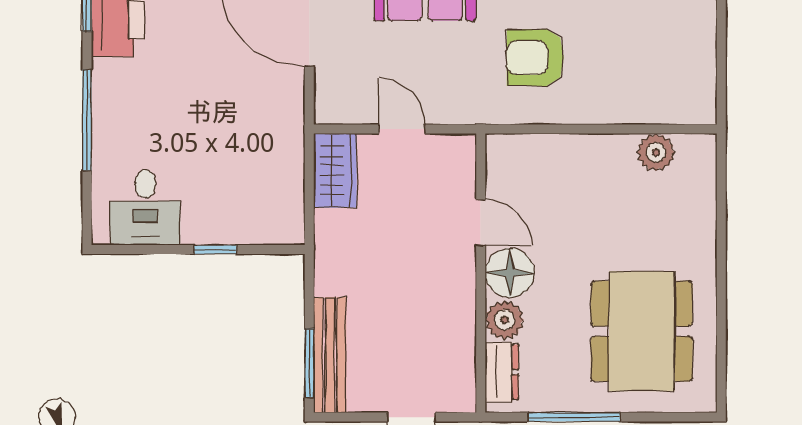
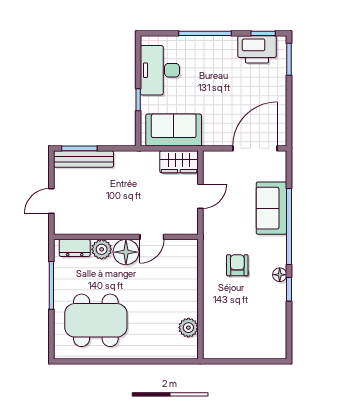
armchair: (535, 58) -> (237, 265), width x0.72, depth x0.72
sofa: (274, 181) -> (174, 130), added
desk: (145, 207) -> (160, 70), width x1.37

